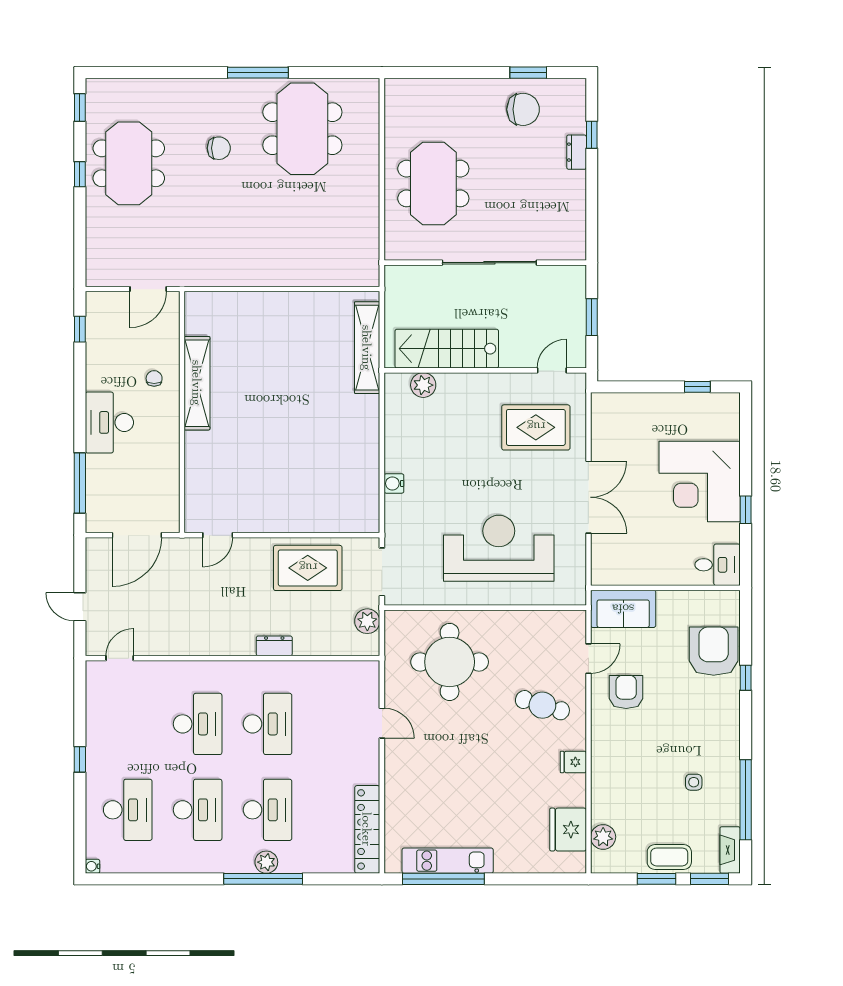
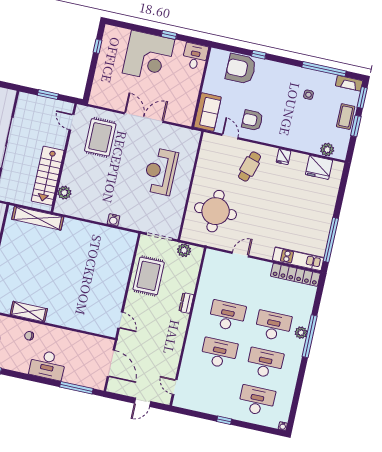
shelving: (197, 383) -> (29, 312), width x0.68
reception desk: (499, 548) -> (160, 171), width x0.74, depth x0.77
kitchen unit: (448, 861) -> (298, 259), moved, turned 90

